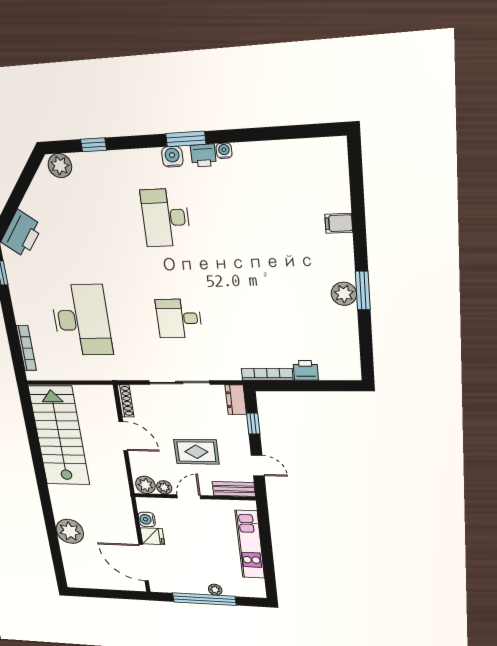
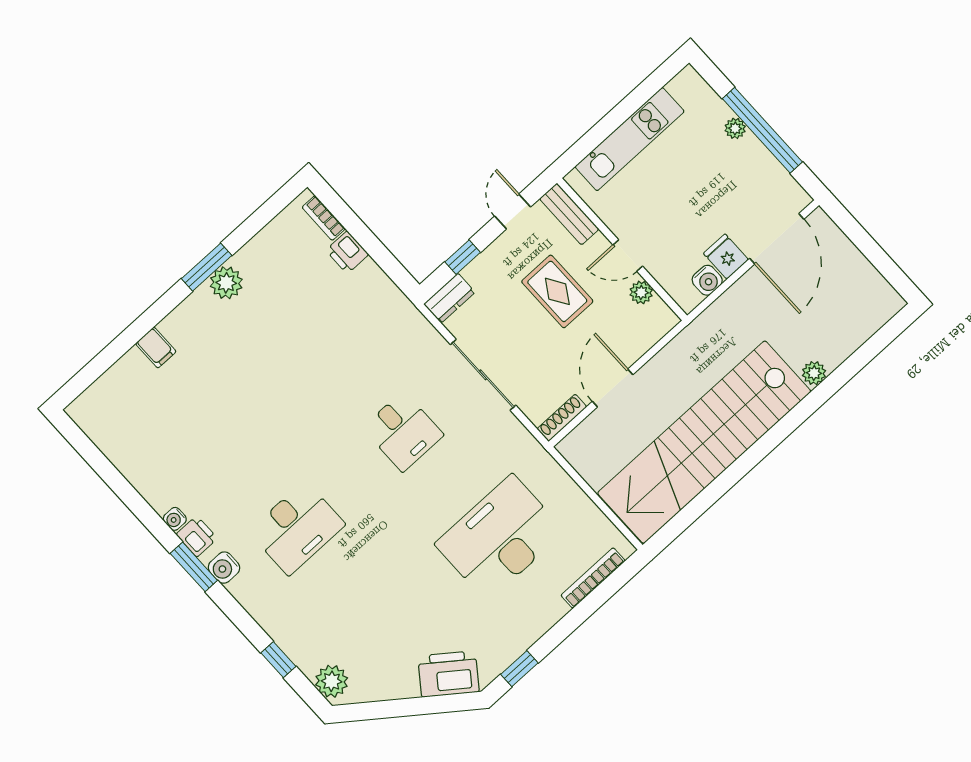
bookcase: (267, 374) -> (324, 218), moved, width x0.64
stairs: (59, 436) -> (704, 442), width x1.36
plant: (145, 485) -> (658, 316), removed
plant: (70, 531) -> (814, 373), width x0.53, depth x0.53

